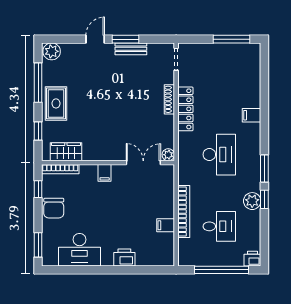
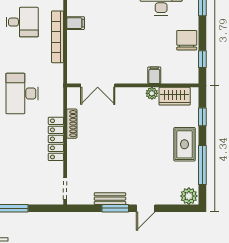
shoe rack: (169, 99) -> (72, 124), moved
plant: (168, 155) -> (152, 93), moved
bookcase: (60, 169) -> (180, 79), removed
filing cabinet: (105, 173) -> (154, 75), moved
desk: (219, 226) -> (22, 22), turned 180

